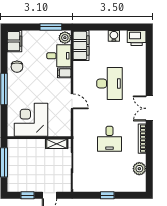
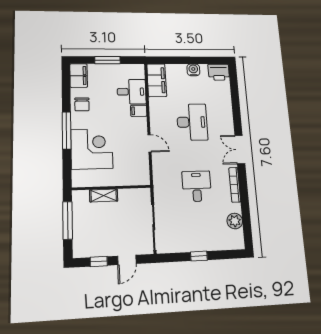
window: (51, 27) -> (107, 60), moved
plant: (65, 38) -> (138, 72), removed
corner desk: (31, 120) -> (92, 149), moved, turned 90
desk: (110, 139) -> (197, 186), turned 180
shelving: (57, 144) -> (104, 195), moved

